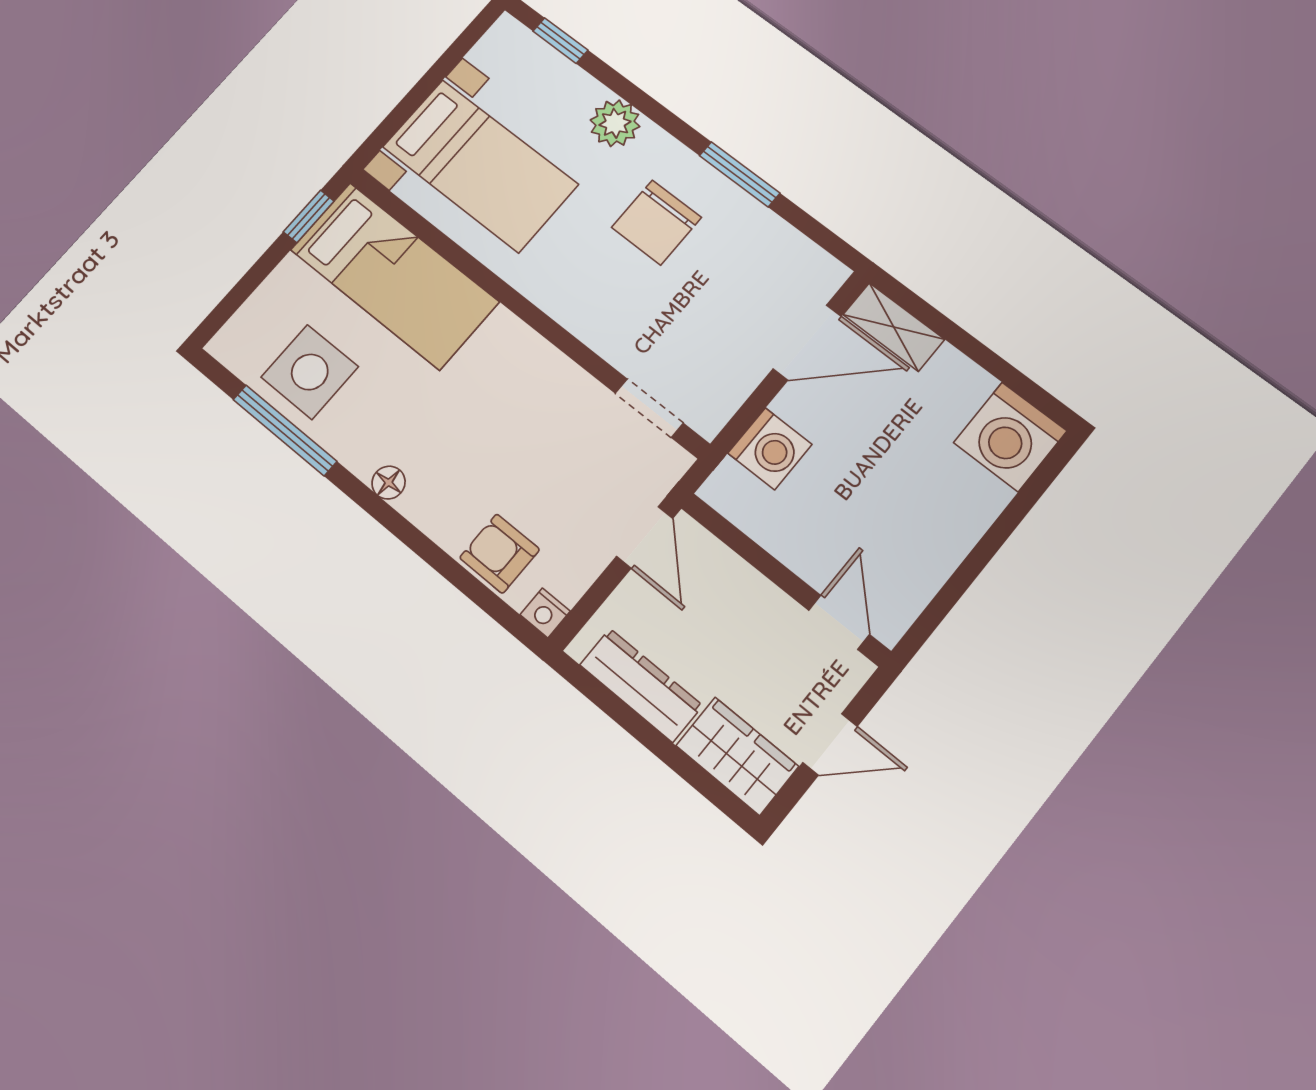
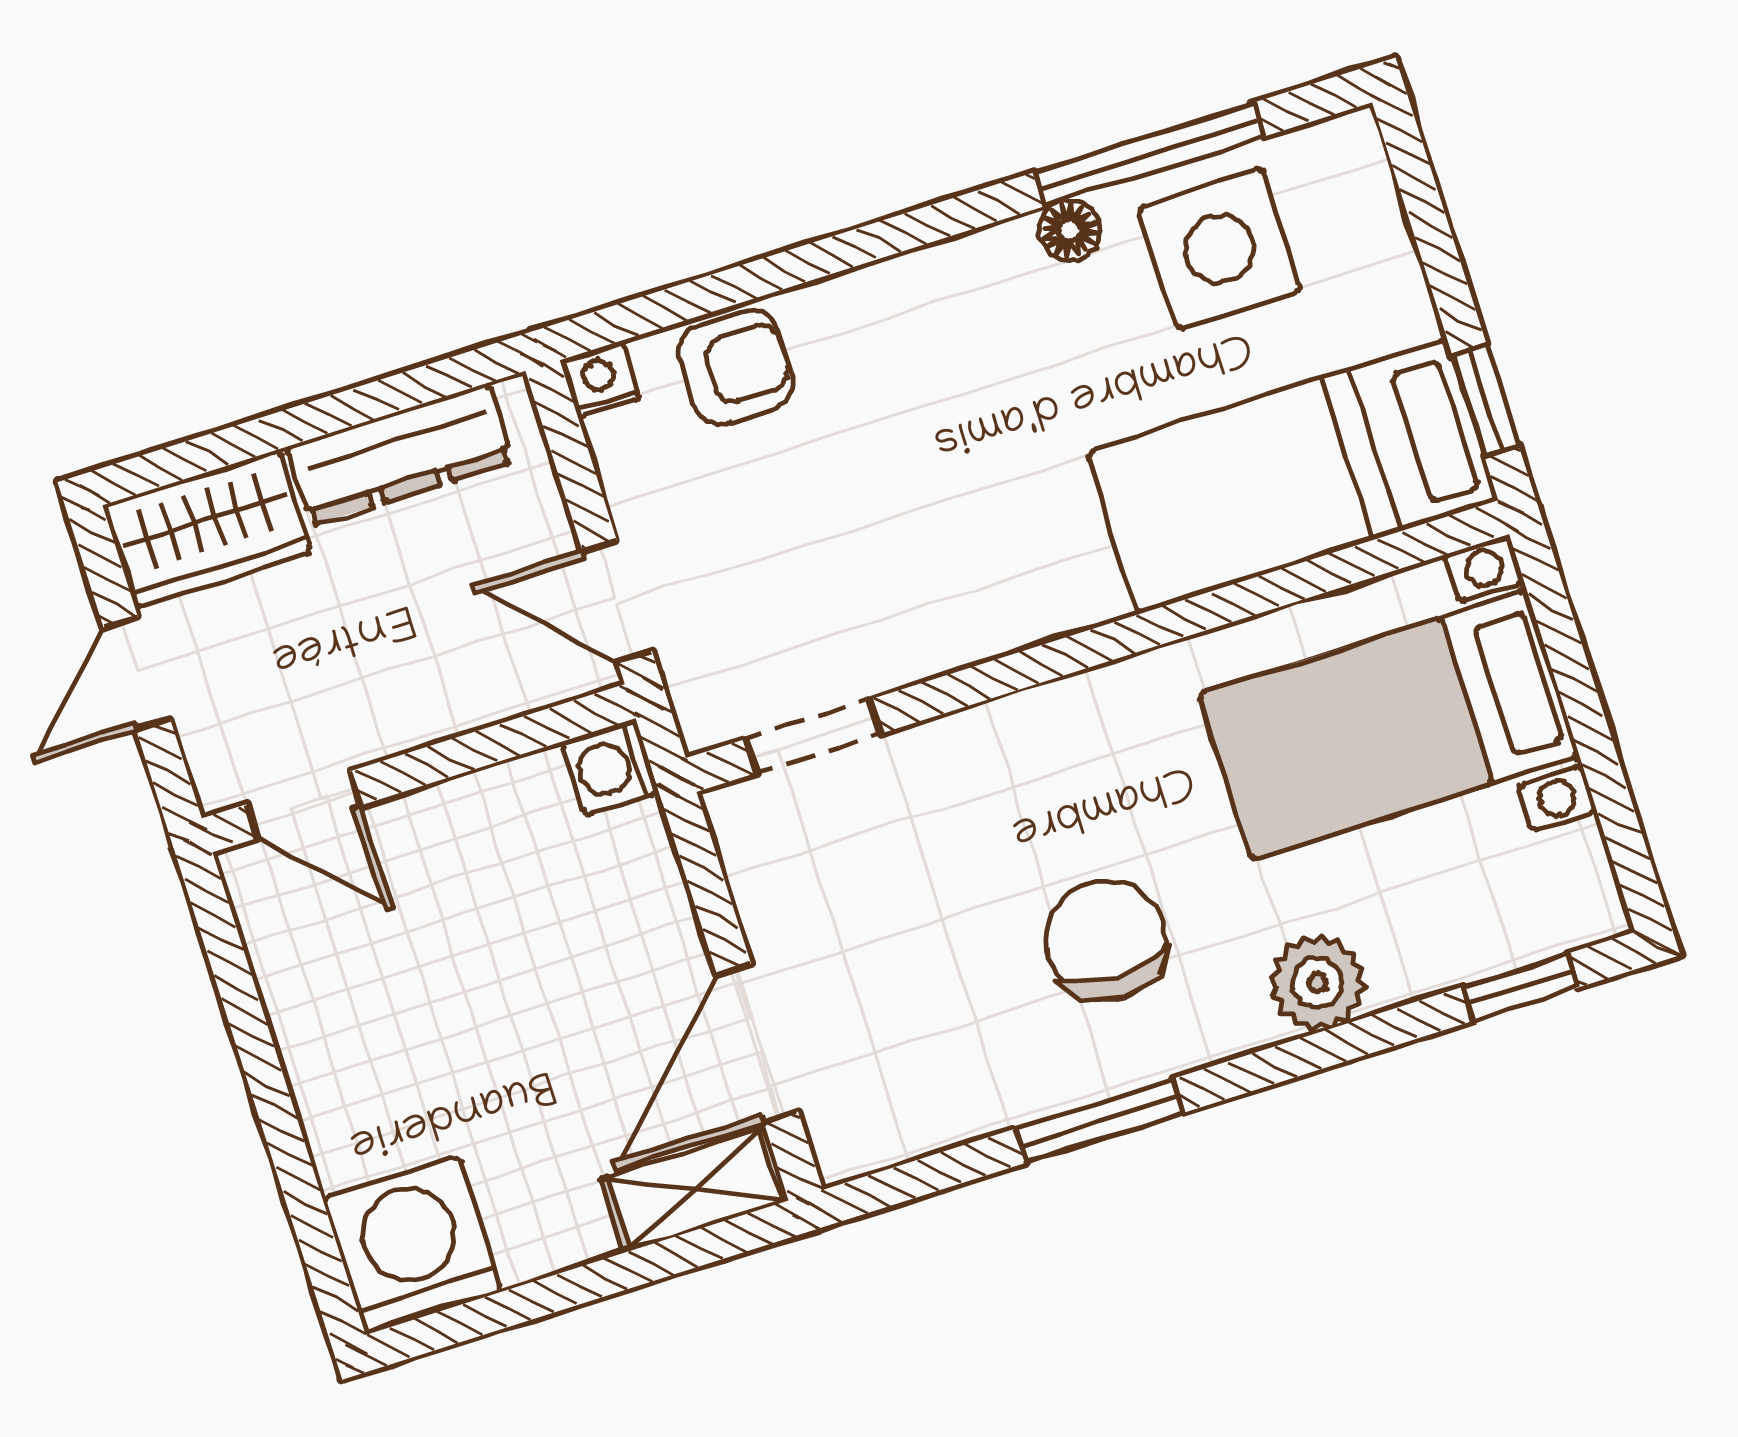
washing machine: (770, 449) -> (610, 767), moved, width x0.73, depth x0.73
floor lamp: (389, 483) -> (1069, 230), moved

